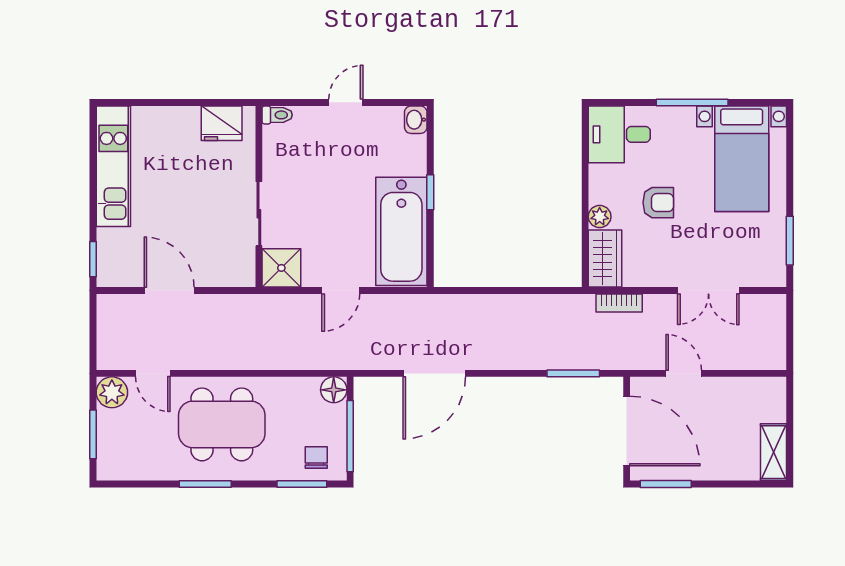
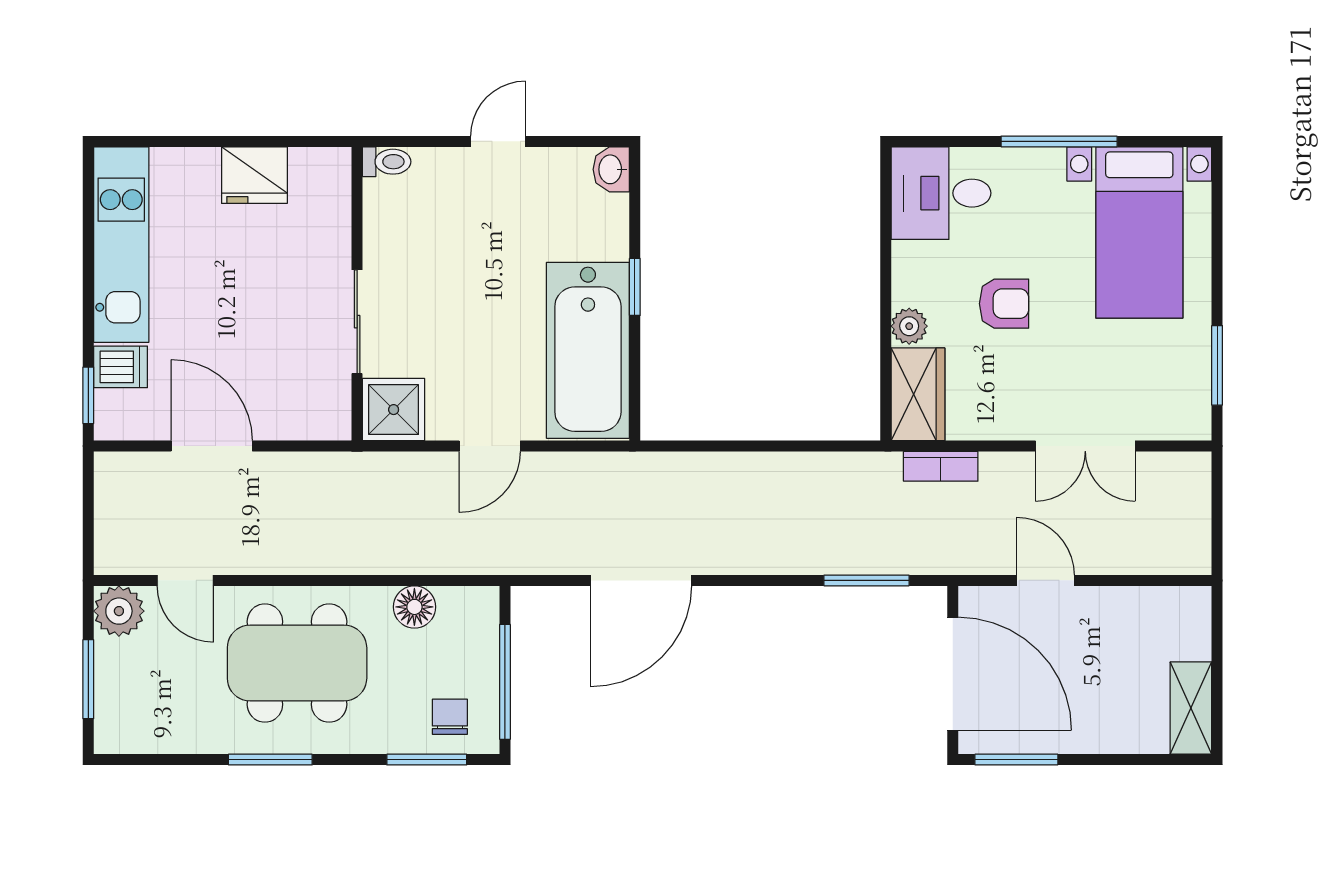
fridge: (222, 123) -> (254, 175), moved
dishwasher: (113, 242) -> (121, 367), added
floor lamp: (334, 390) -> (414, 607), moved

